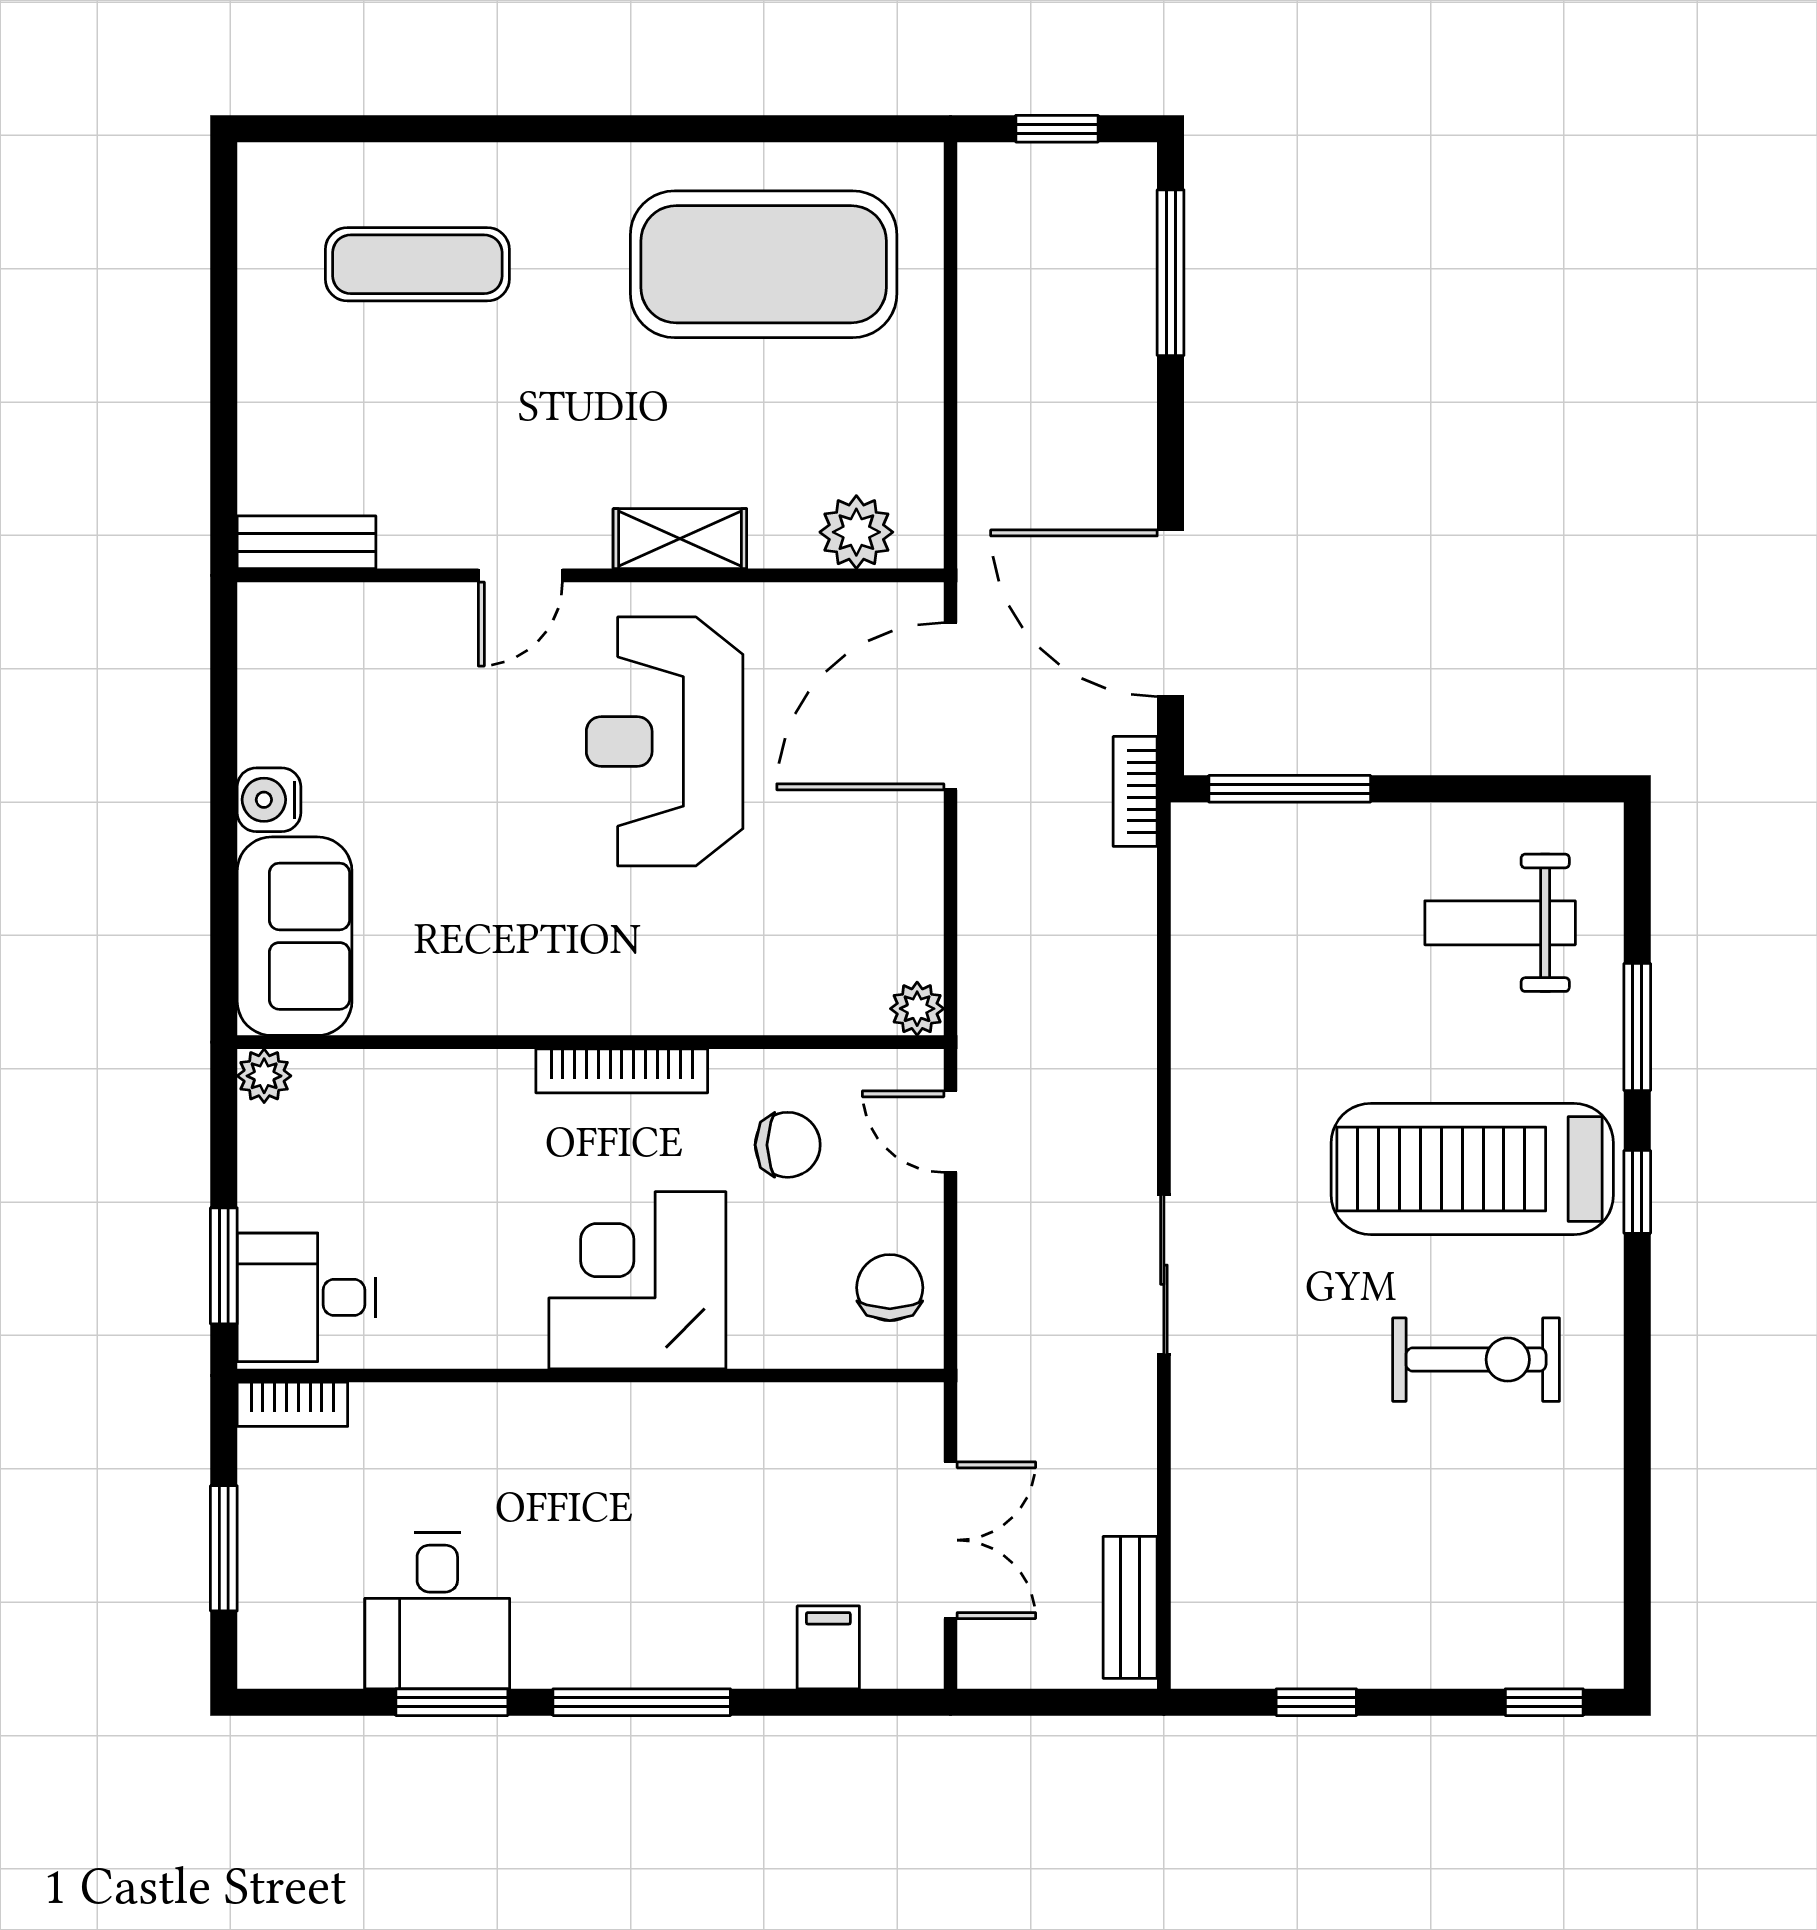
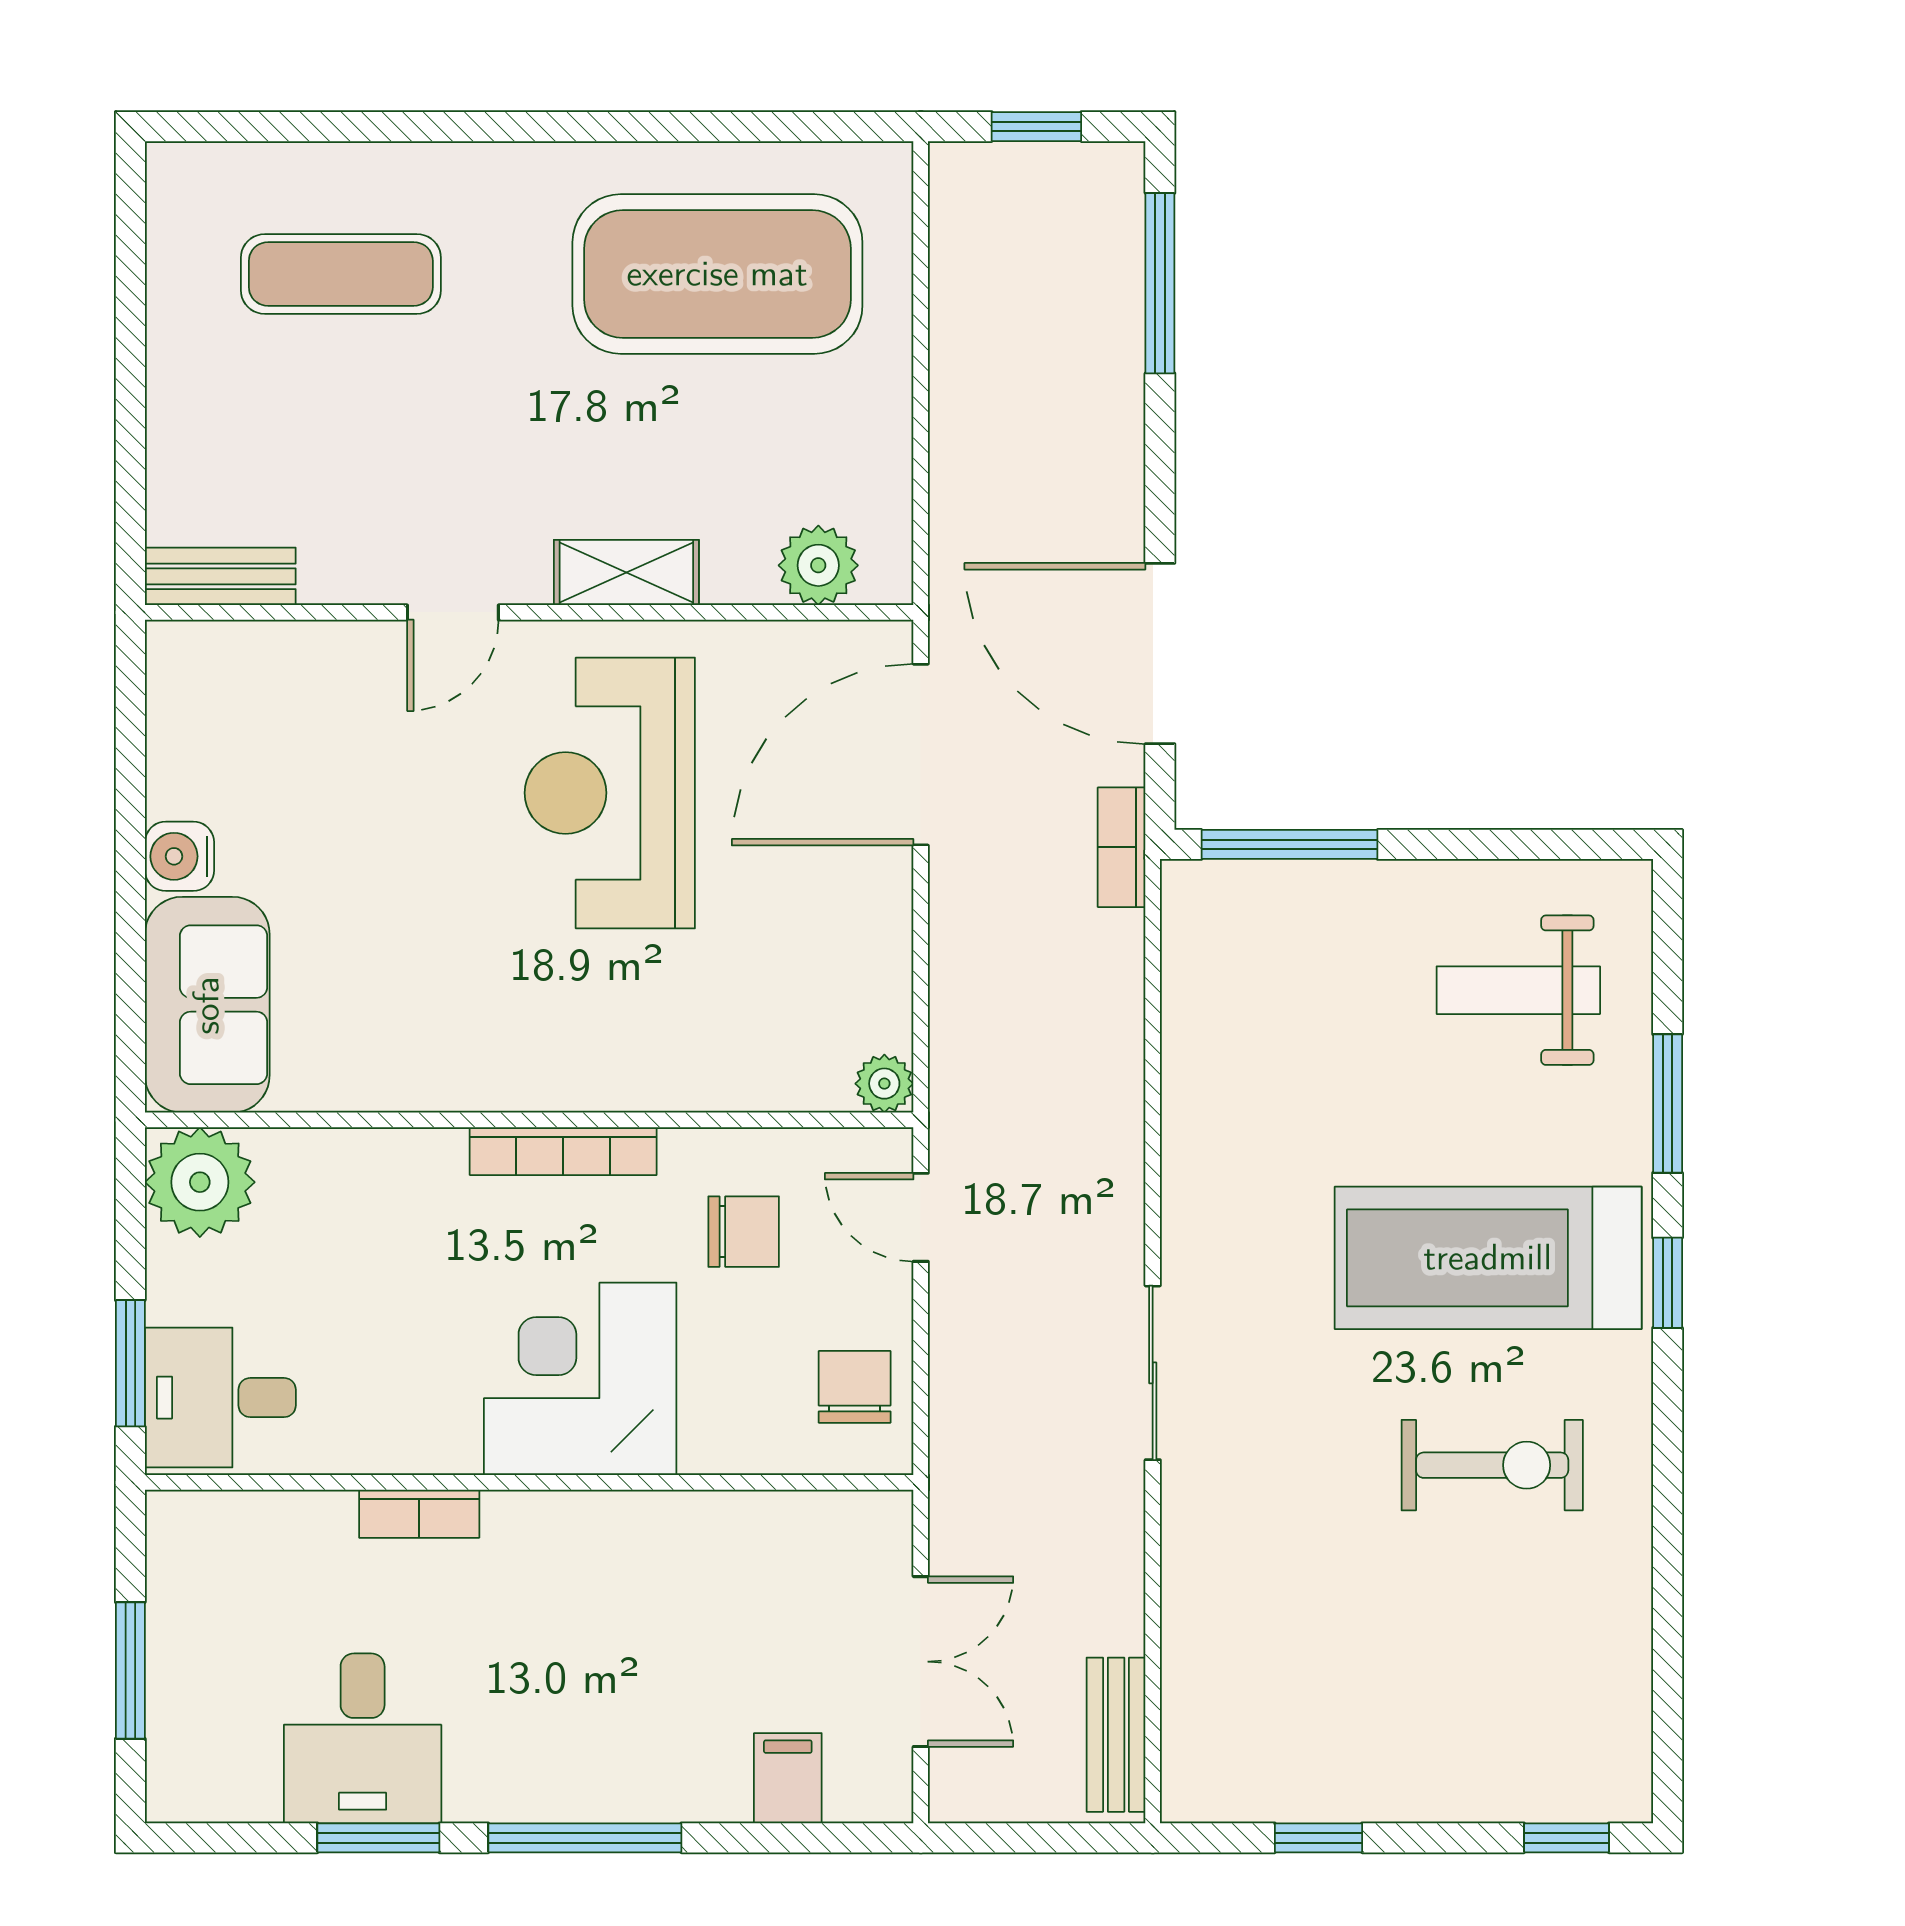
plant: (264, 1076) -> (200, 1182), width x1.88, depth x1.88
bookcase: (292, 1404) -> (419, 1514), moved

